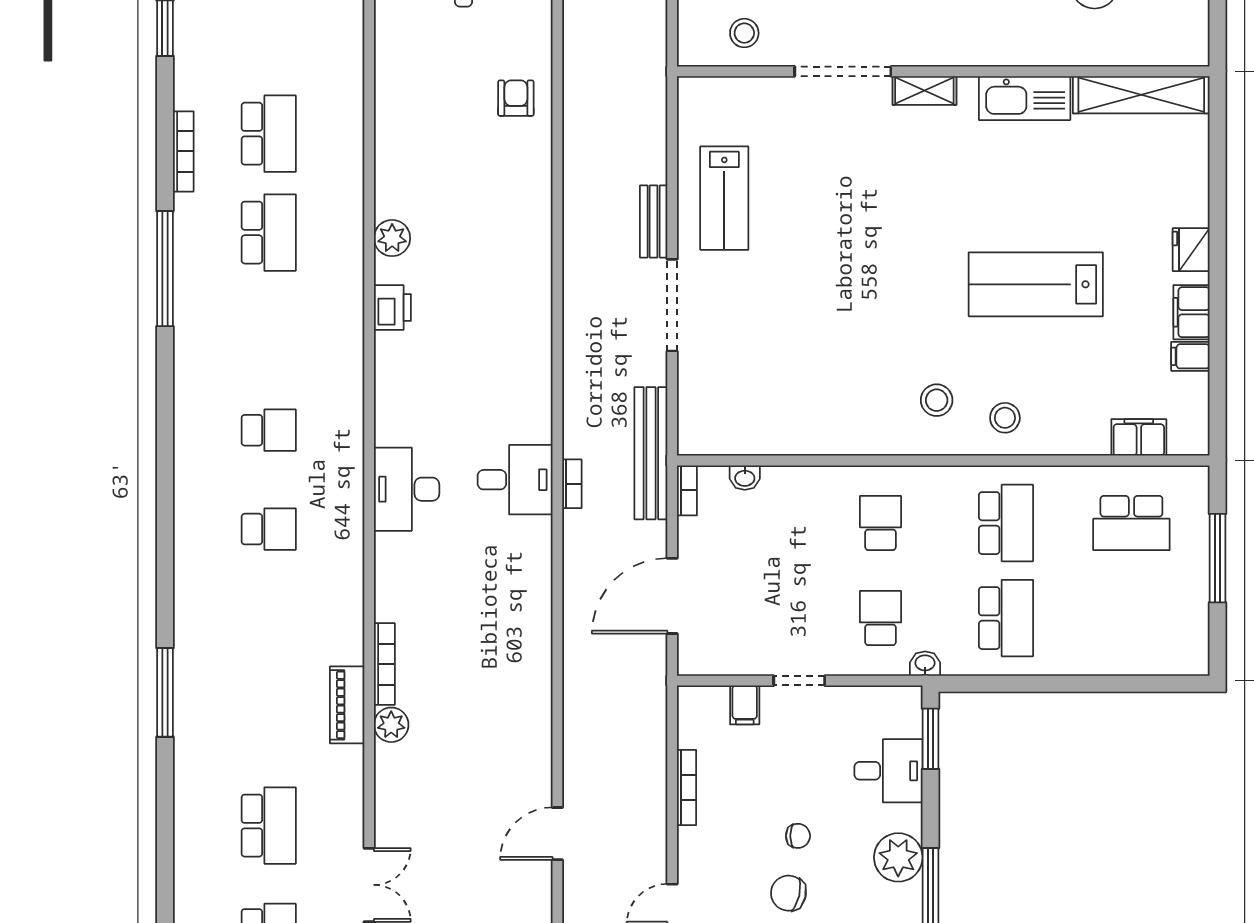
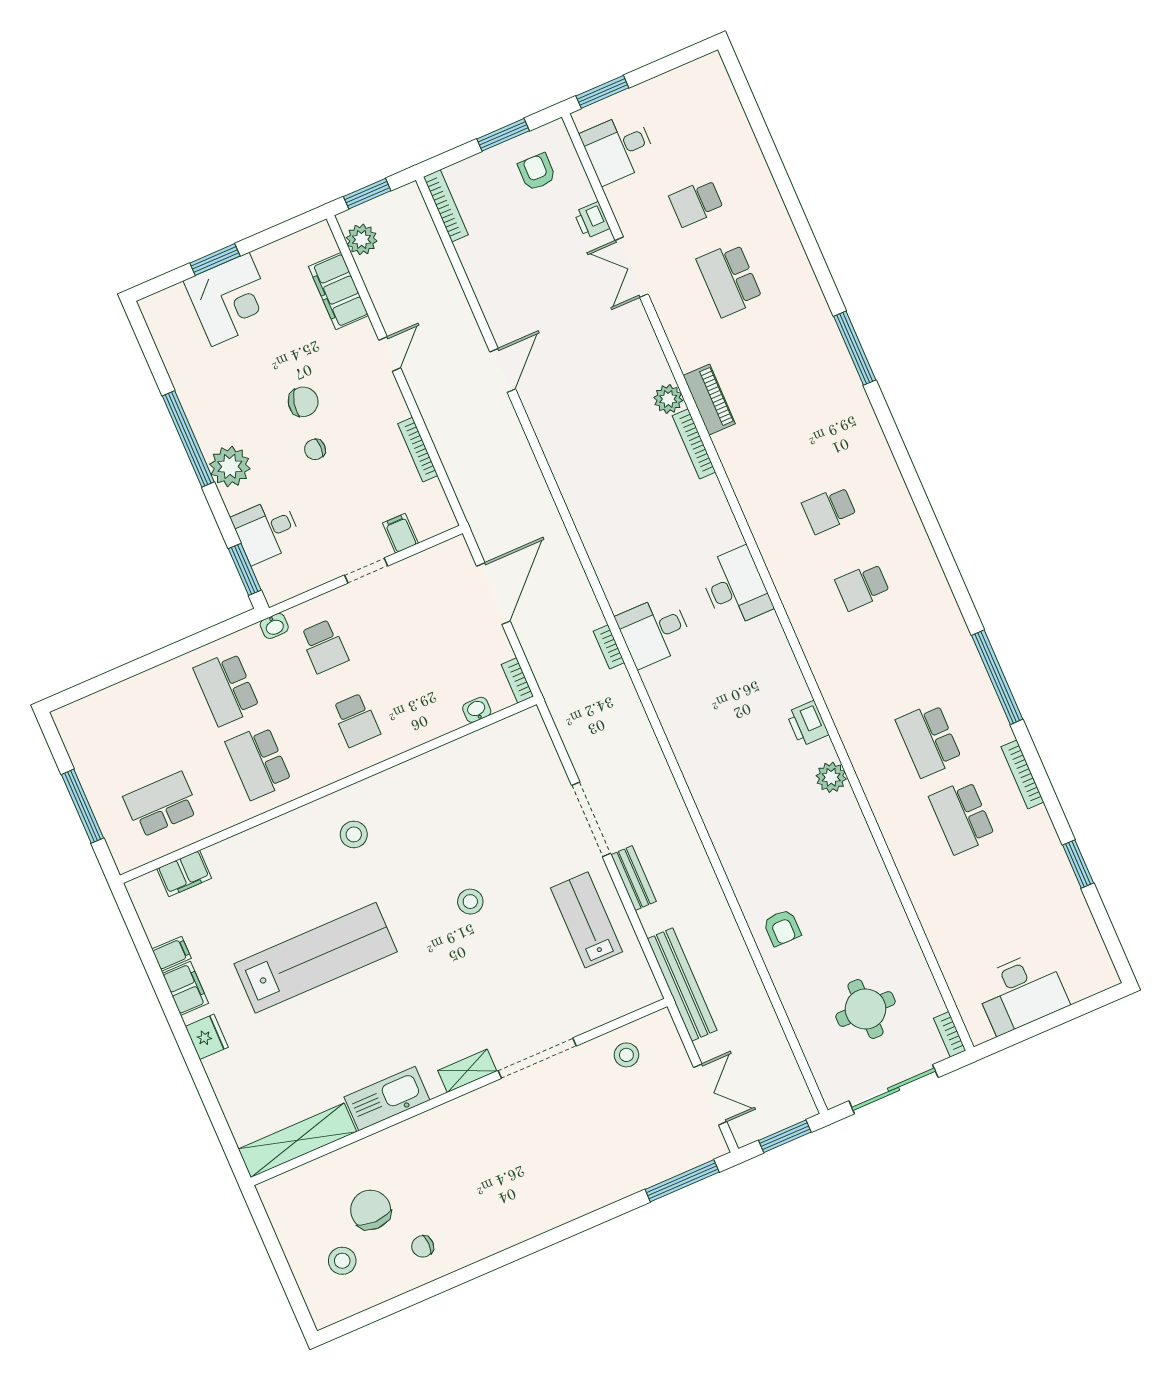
lab bench: (1036, 284) -> (316, 958), width x1.36
stool: (1005, 418) -> (470, 902), moved
bench: (651, 453) -> (682, 985), moved

